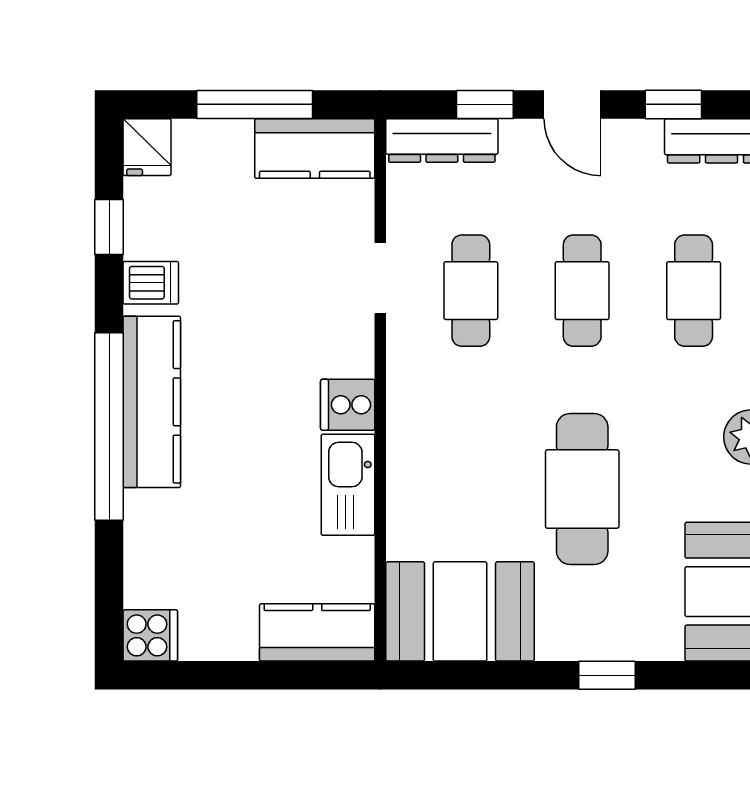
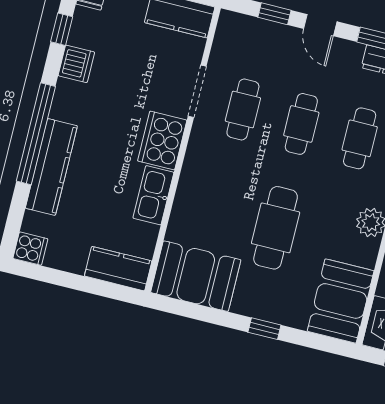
dresser: (442, 140) -> (247, 27), removed
doorway: (380, 278) -> (197, 91), width x1.38
dishwasher: (151, 283) -> (76, 64), width x1.38
kitchen counter: (152, 402) -> (51, 167), moved
cooker: (348, 405) -> (162, 141), width x1.87, depth x1.31

